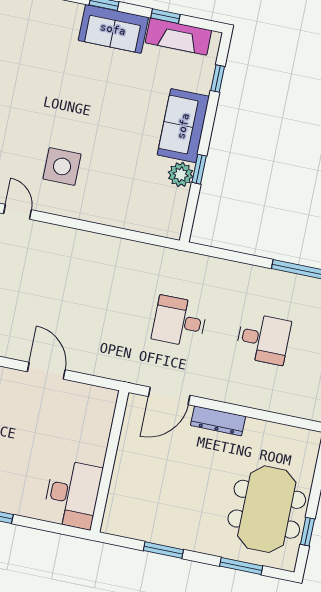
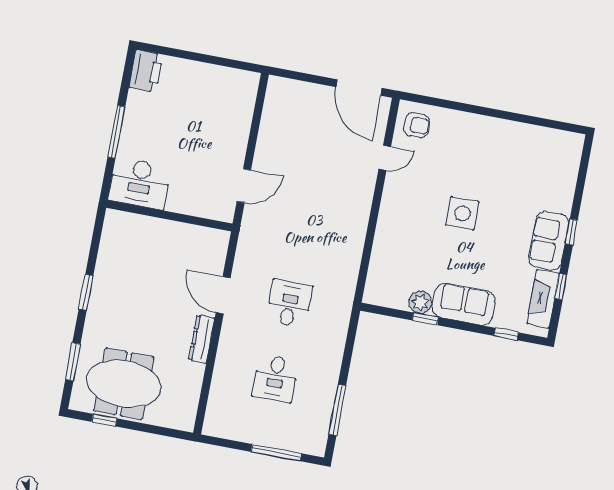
side table: (62, 166) -> (462, 213), moved
wall: (109, 461) -> (169, 216), moved
desk: (72, 494) -> (140, 183), moved

